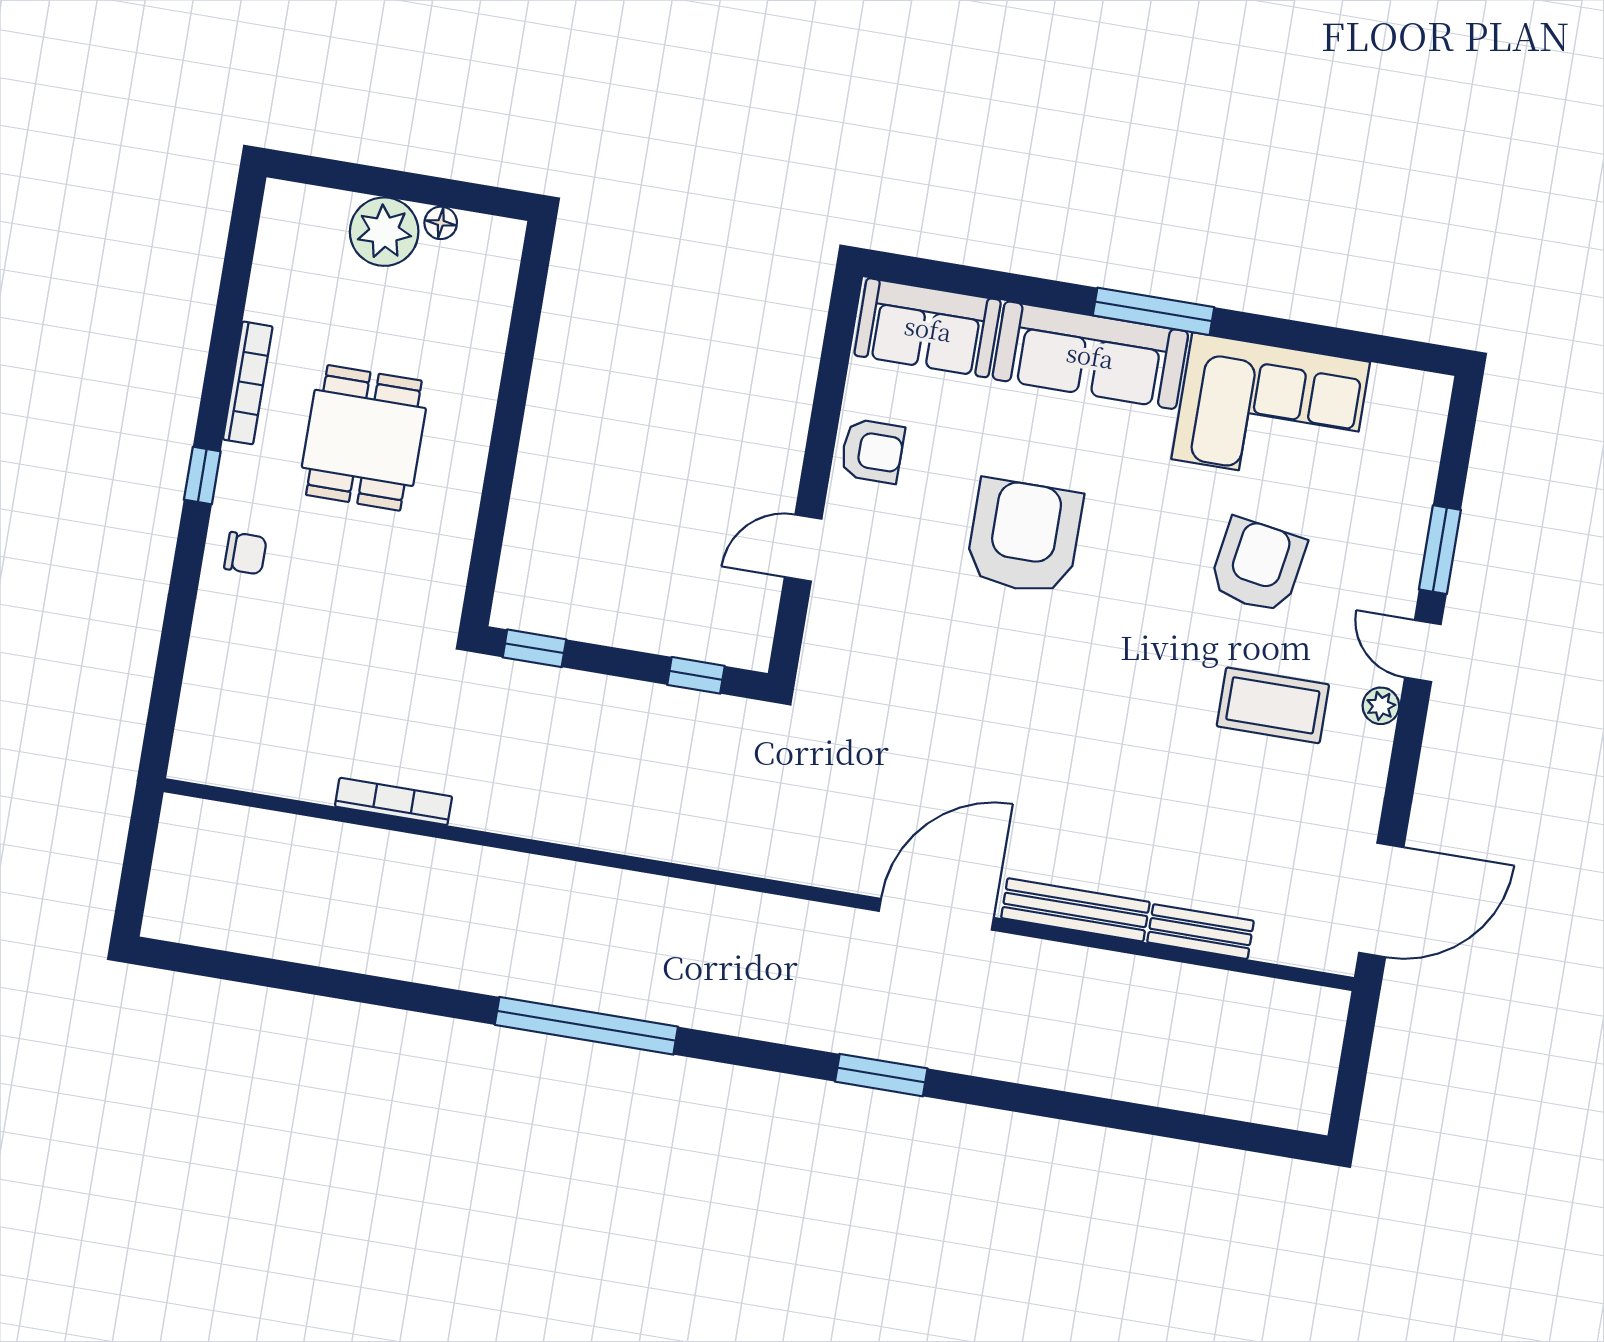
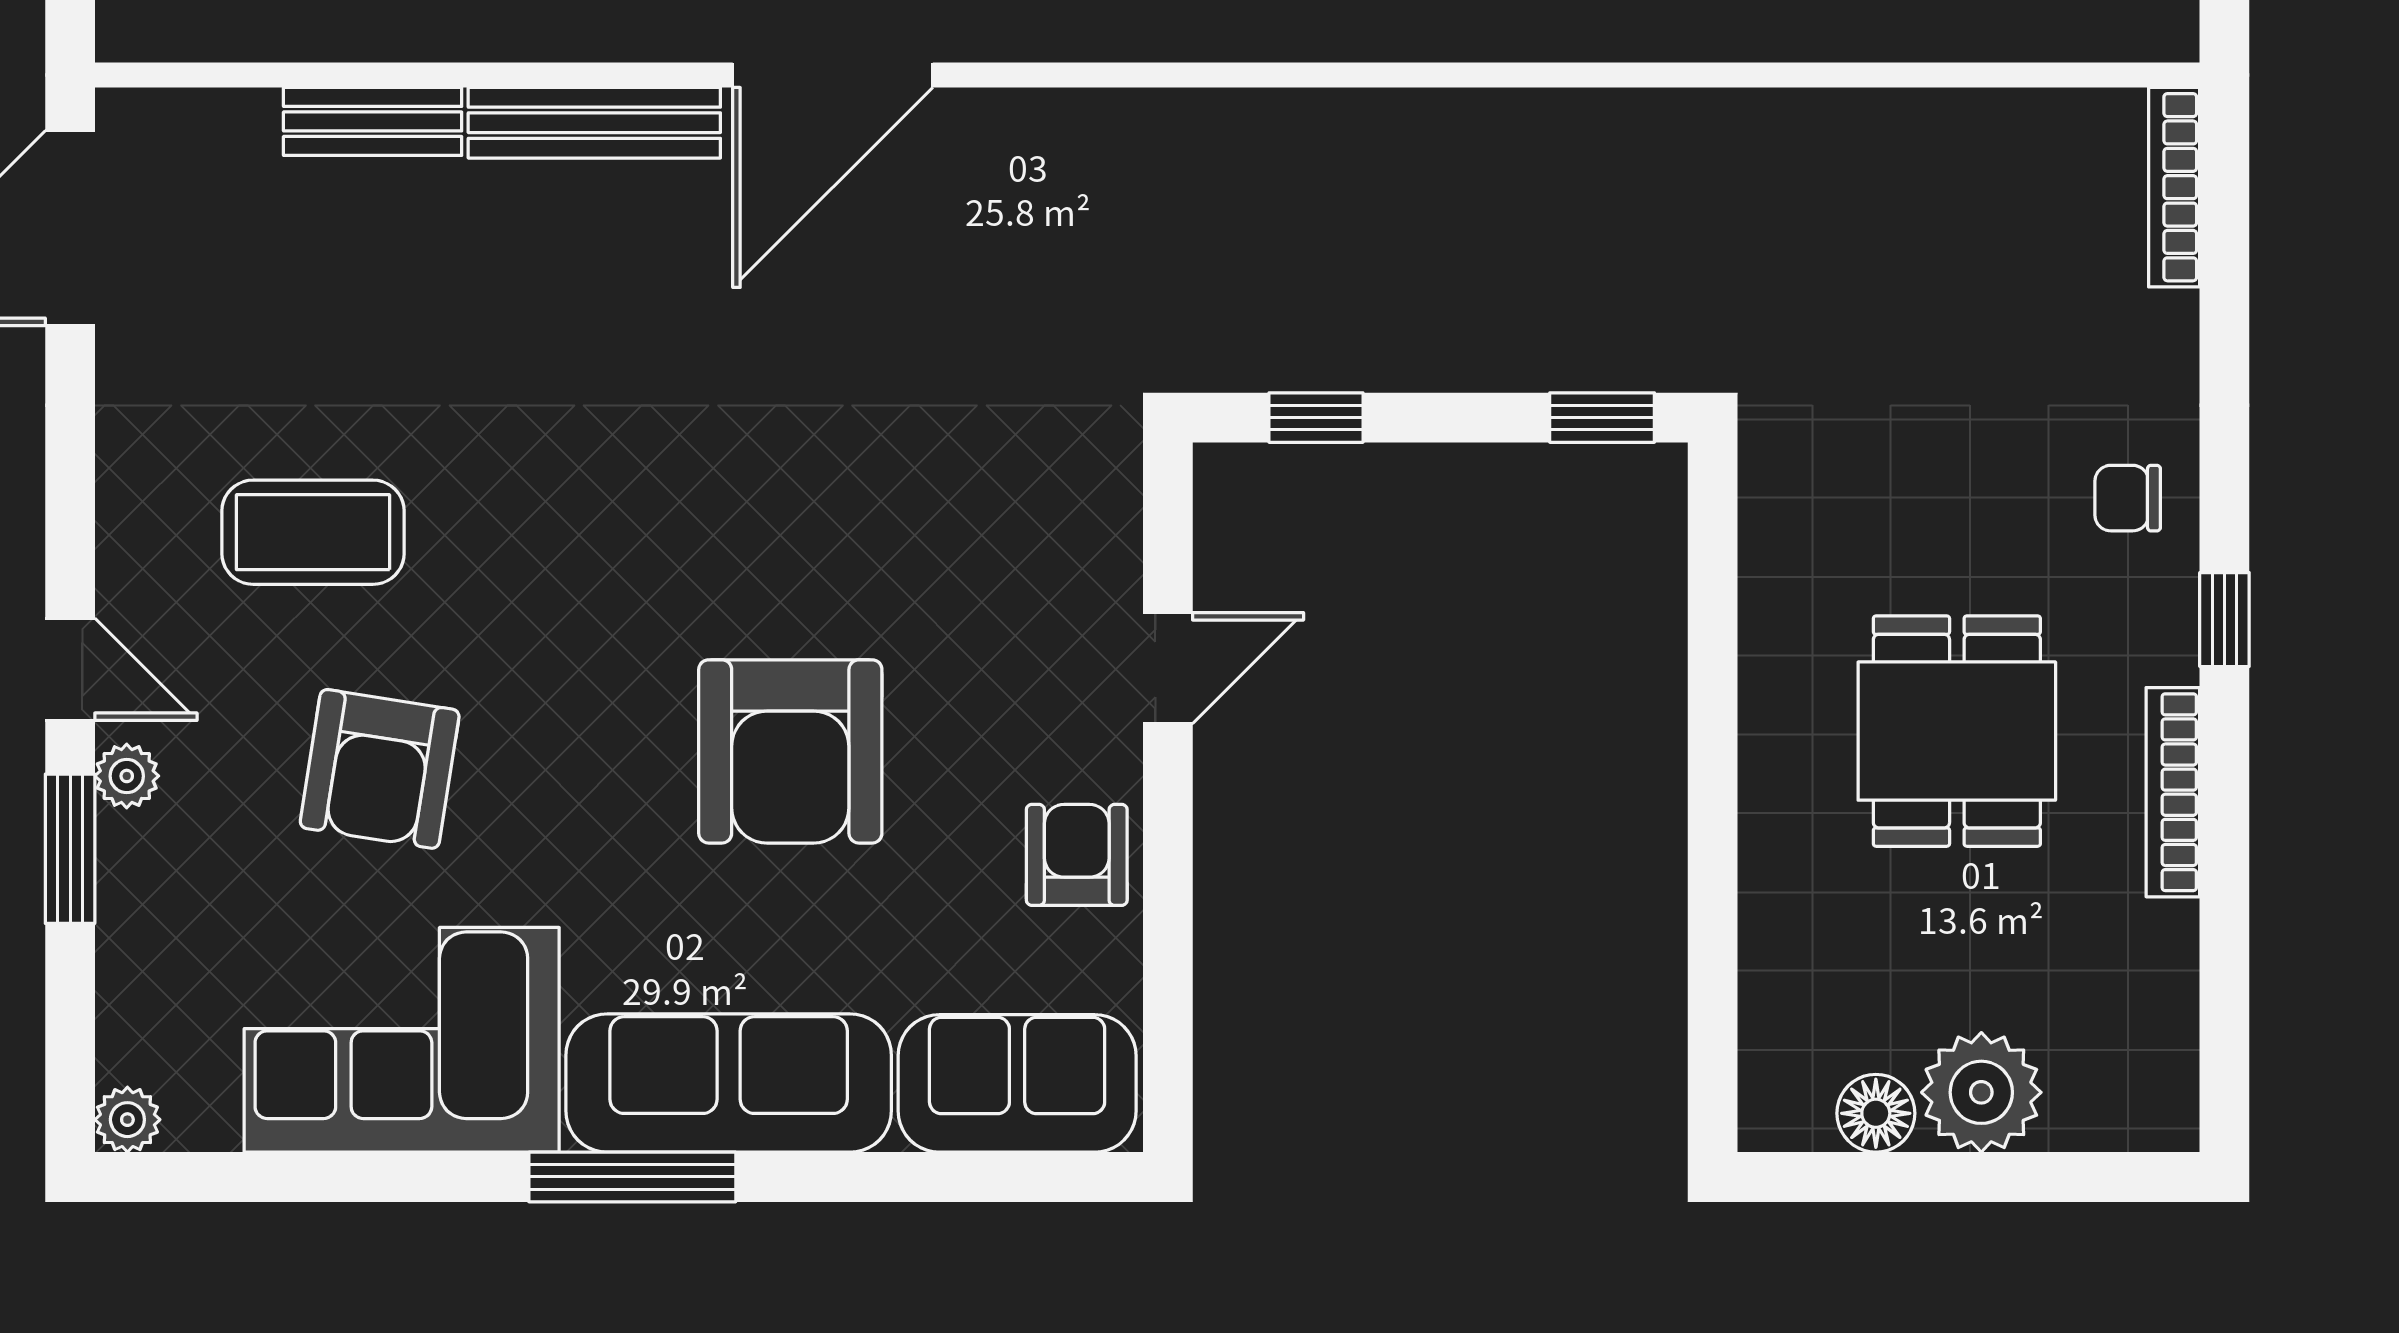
floor lamp: (441, 223) -> (1876, 1113), width x1.37, depth x1.37
plant: (1433, 391) -> (127, 1120), added
armchair: (872, 451) -> (1077, 855), turned 90
plant: (1381, 706) -> (127, 776), moved
bookcase: (393, 801) -> (2174, 187), moved, turned 90

